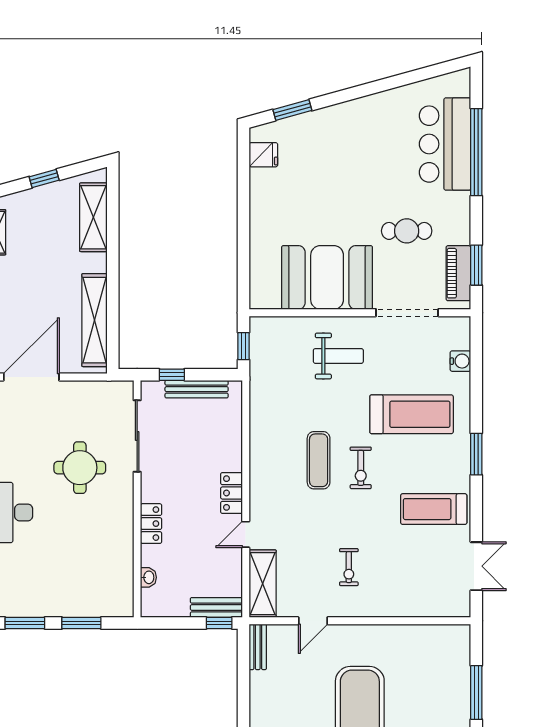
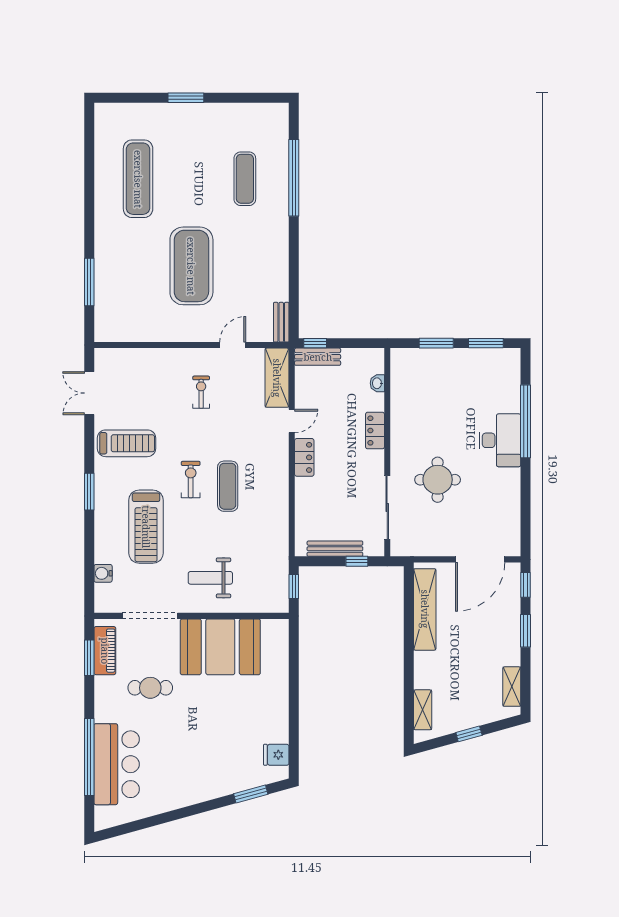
shelving: (93, 217) -> (423, 710), width x0.67, depth x0.75
treadmill: (412, 414) -> (146, 527), turned -90

